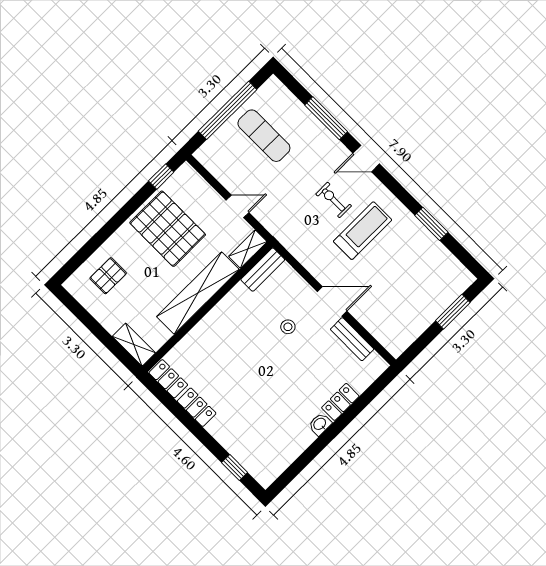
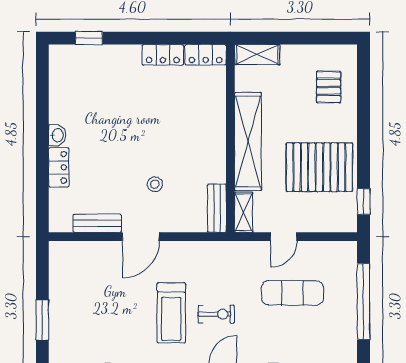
exercise mat: (264, 136) -> (292, 293), moved

